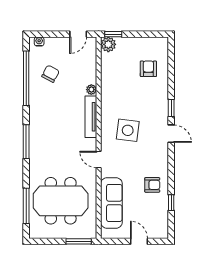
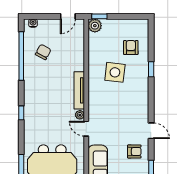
plant: (91, 90) -> (80, 115), moved
window: (171, 108) -> (151, 69), moved
side table: (128, 130) -> (115, 72), moved
door: (171, 134) -> (151, 131), moved
window: (26, 142) -> (21, 113), width x0.46

